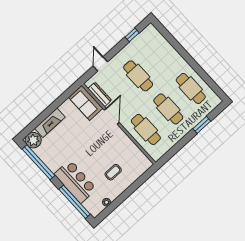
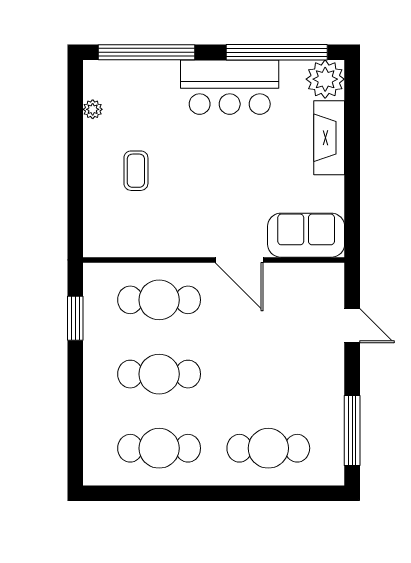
window: (132, 35) -> (352, 431), width x2.17
cafe table: (138, 76) -> (268, 448), moved
dresser: (100, 94) -> (298, 274), removed
window: (202, 125) -> (75, 318), moved
bar counter: (75, 182) -> (230, 87), moved

